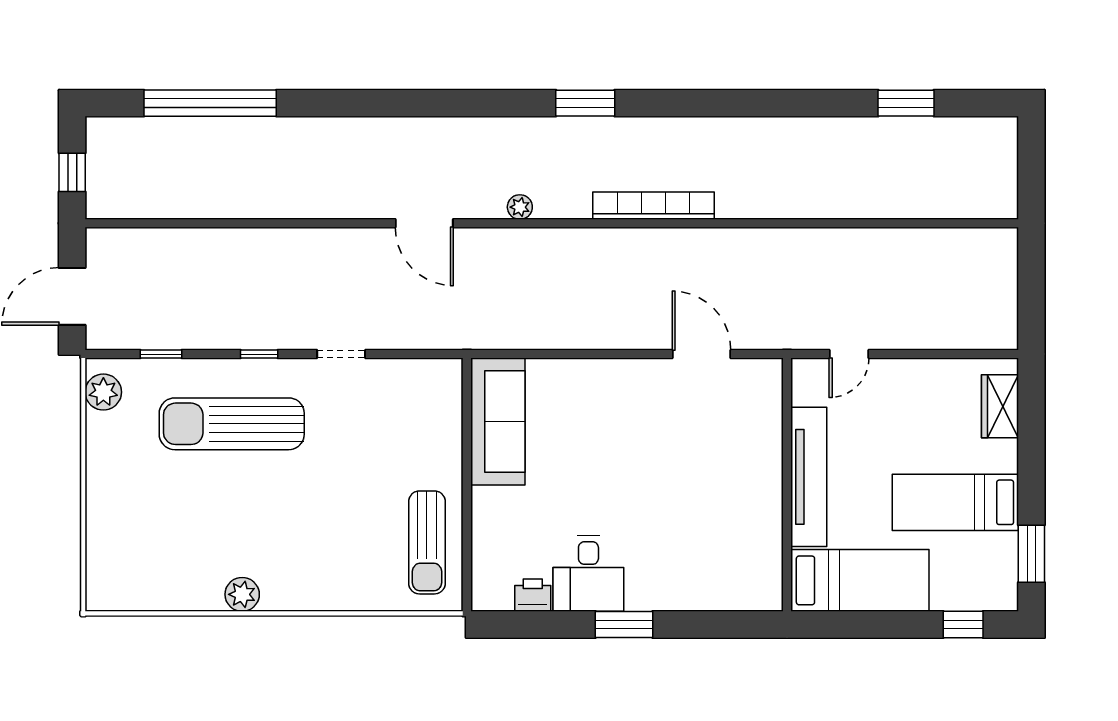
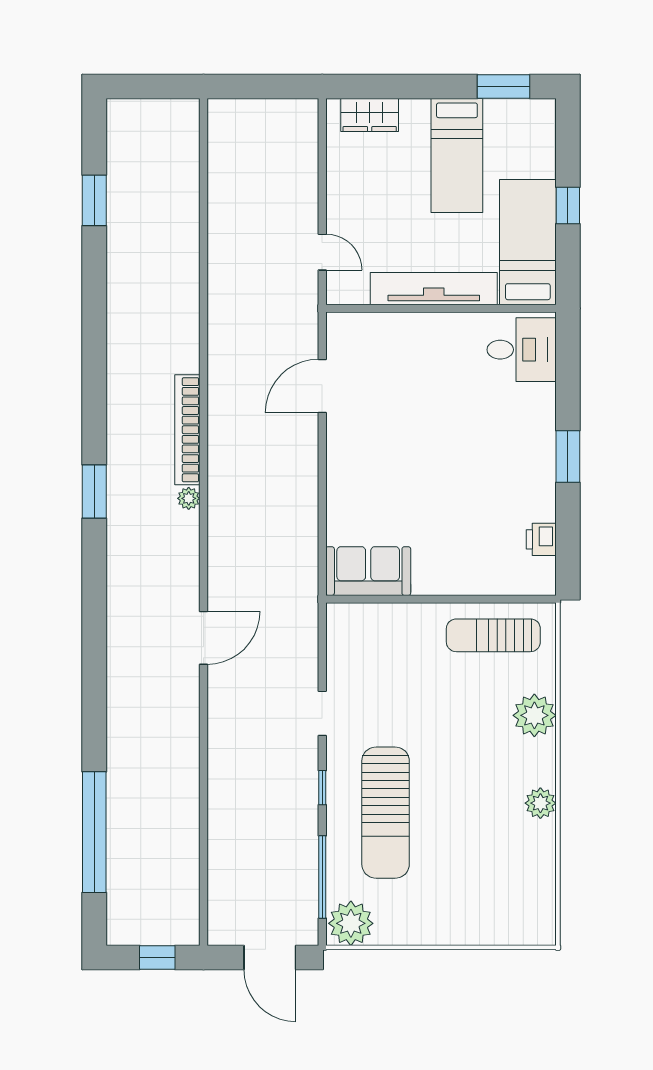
plant: (520, 207) -> (189, 498), moved
window: (161, 354) -> (322, 877), width x2.17
plant: (103, 392) -> (351, 923), width x1.36, depth x1.36
sofa: (498, 421) -> (368, 571), width x0.73
sun lounger: (427, 542) -> (493, 635), turned 180
desk: (588, 574) -> (522, 350), moved
plant: (339, 588) -> (534, 715), added
window: (963, 625) -> (568, 206), moved

